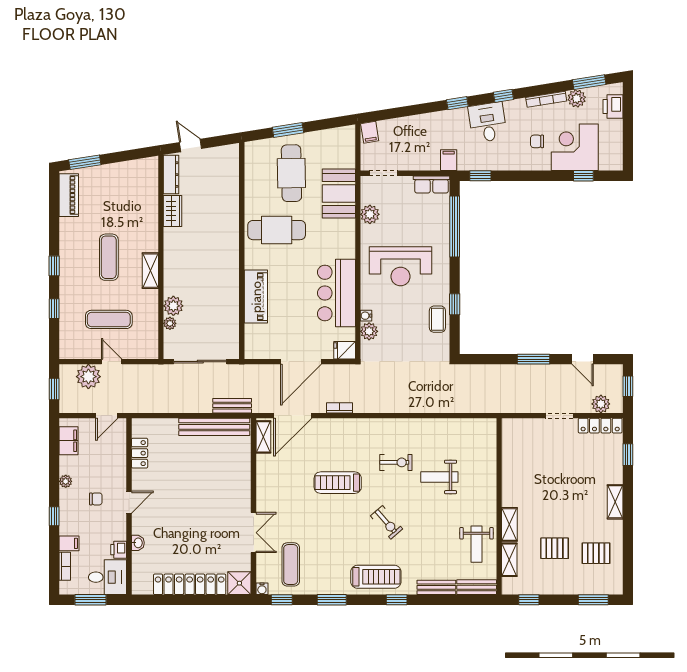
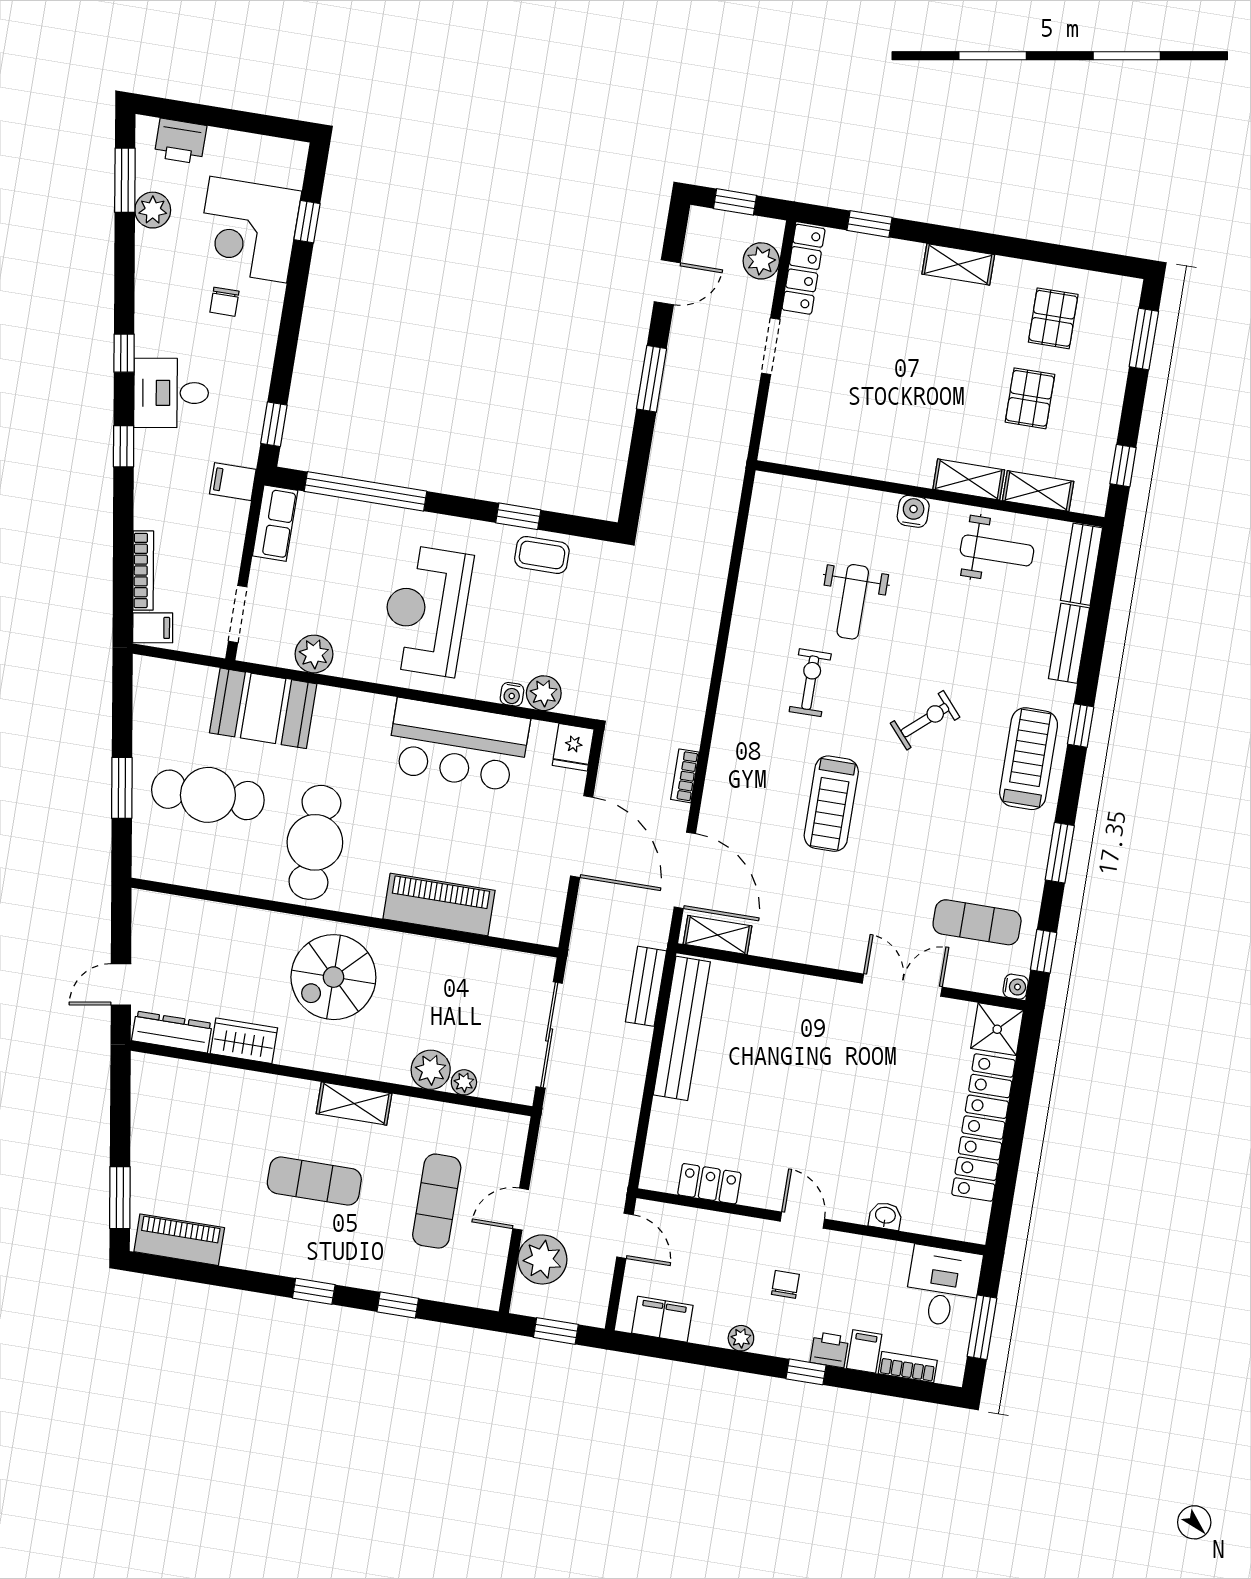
bookcase: (546, 99) -> (143, 571), moved
spiral stairs: (211, 250) -> (333, 977), added
reception desk: (401, 266) -> (426, 610), turned 180
water cooler: (489, 500) -> (913, 511), added
printer: (119, 550) -> (829, 1350), moved, turned 180

